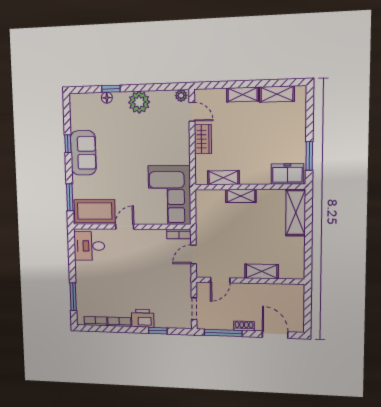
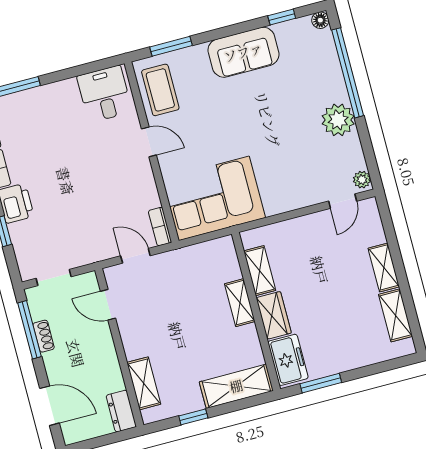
window: (111, 89) -> (348, 73), width x3.17
floor lamp: (107, 98) -> (320, 20), moved
wardrobe: (203, 139) -> (274, 315), moved, turned -90
window: (68, 144) -> (282, 17), moved
coffee table: (95, 211) -> (160, 90), width x0.73, depth x0.76
window: (308, 246) -> (193, 417), added
shelving: (262, 271) -> (144, 383), moved
dresser: (291, 291) -> (121, 411), added
shoe rack: (244, 326) -> (44, 336), moved
door: (275, 335) -> (50, 406), hinge flipped

